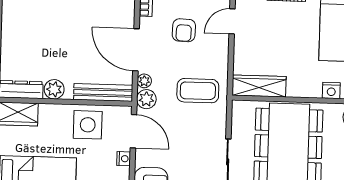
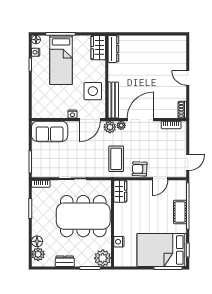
door: (232, 21) -> (160, 179), swing flipped
armchair: (184, 30) -> (140, 169), moved
wardrobe: (259, 86) -> (120, 191), width x0.67
plant: (54, 89) -> (114, 70), removed

